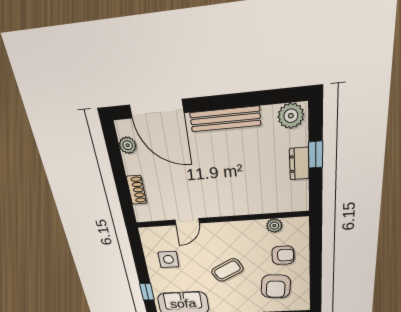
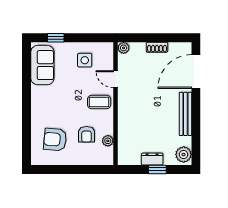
plant: (128, 145) -> (124, 48), moved
shoe rack: (136, 190) -> (157, 47), moved
armchair: (283, 255) -> (87, 134), moved
coffee table: (227, 270) -> (99, 102), moved, turned -62

